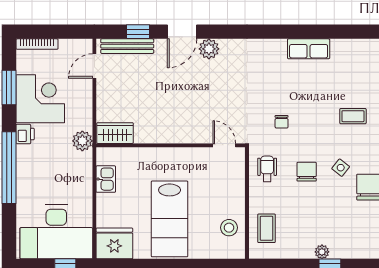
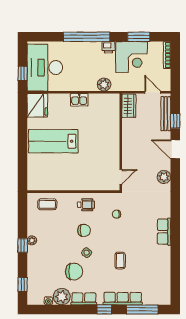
plant: (209, 49) -> (164, 177), moved
wardrobe: (115, 133) -> (129, 106), moved
wall: (171, 145) -> (121, 142), moved
door: (224, 145) -> (121, 177), moved
stool: (229, 228) -> (48, 180), removed

